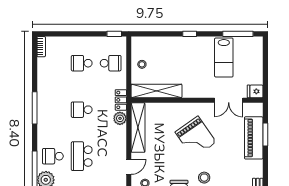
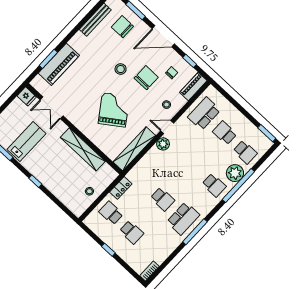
window: (114, 34) -> (108, 250), moved
shelving: (157, 91) -> (83, 149), moved
locker: (121, 100) -> (121, 188), moved
double door: (229, 100) -> (52, 108), swing flipped
plant: (120, 118) -> (163, 144), moved
grand piano: (196, 137) -> (114, 110), moved
school desk: (82, 156) -> (183, 218), moved

